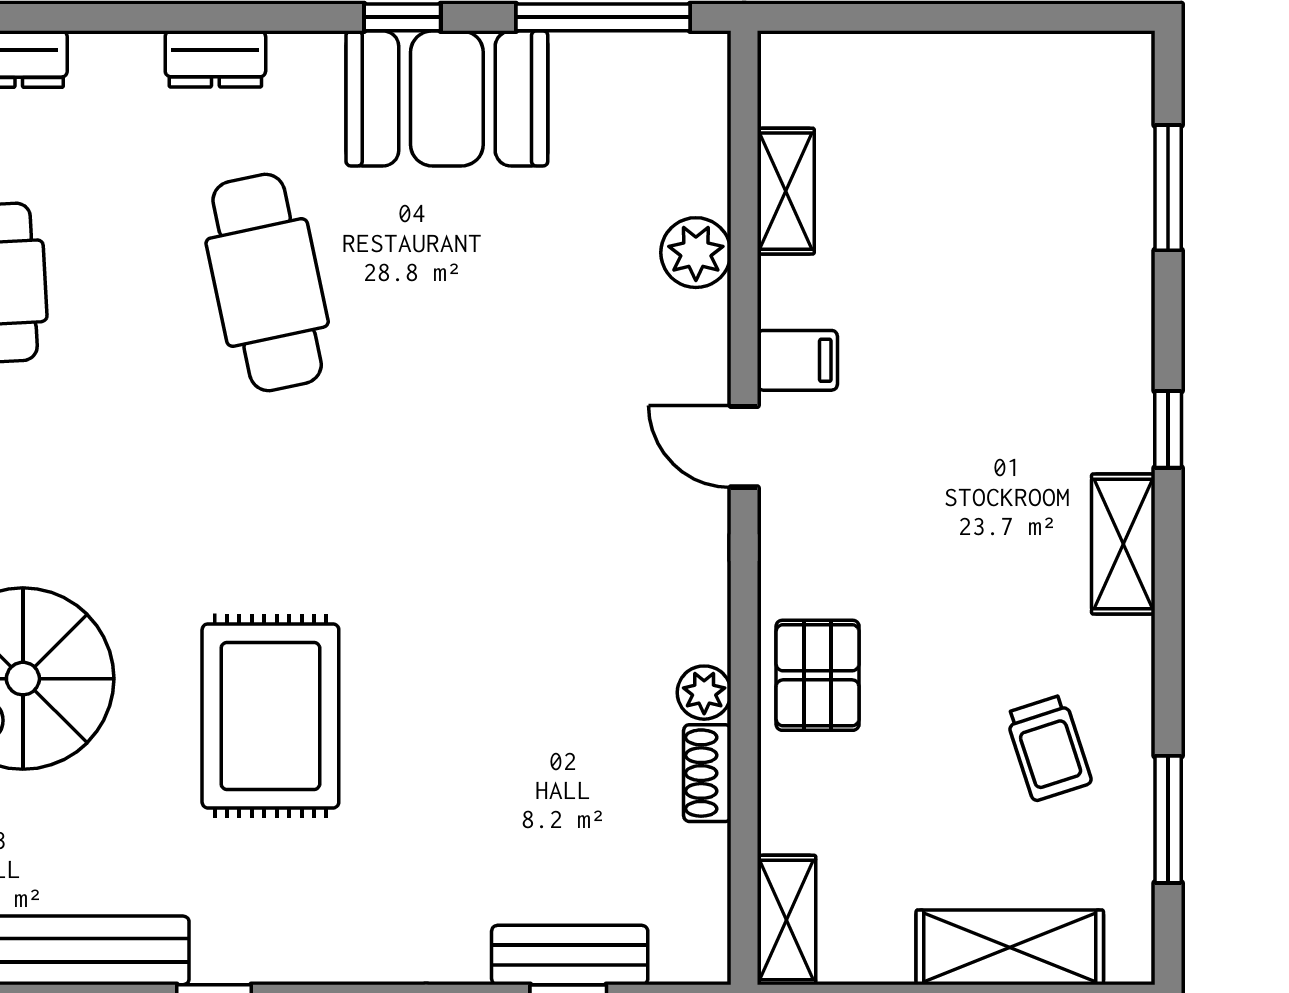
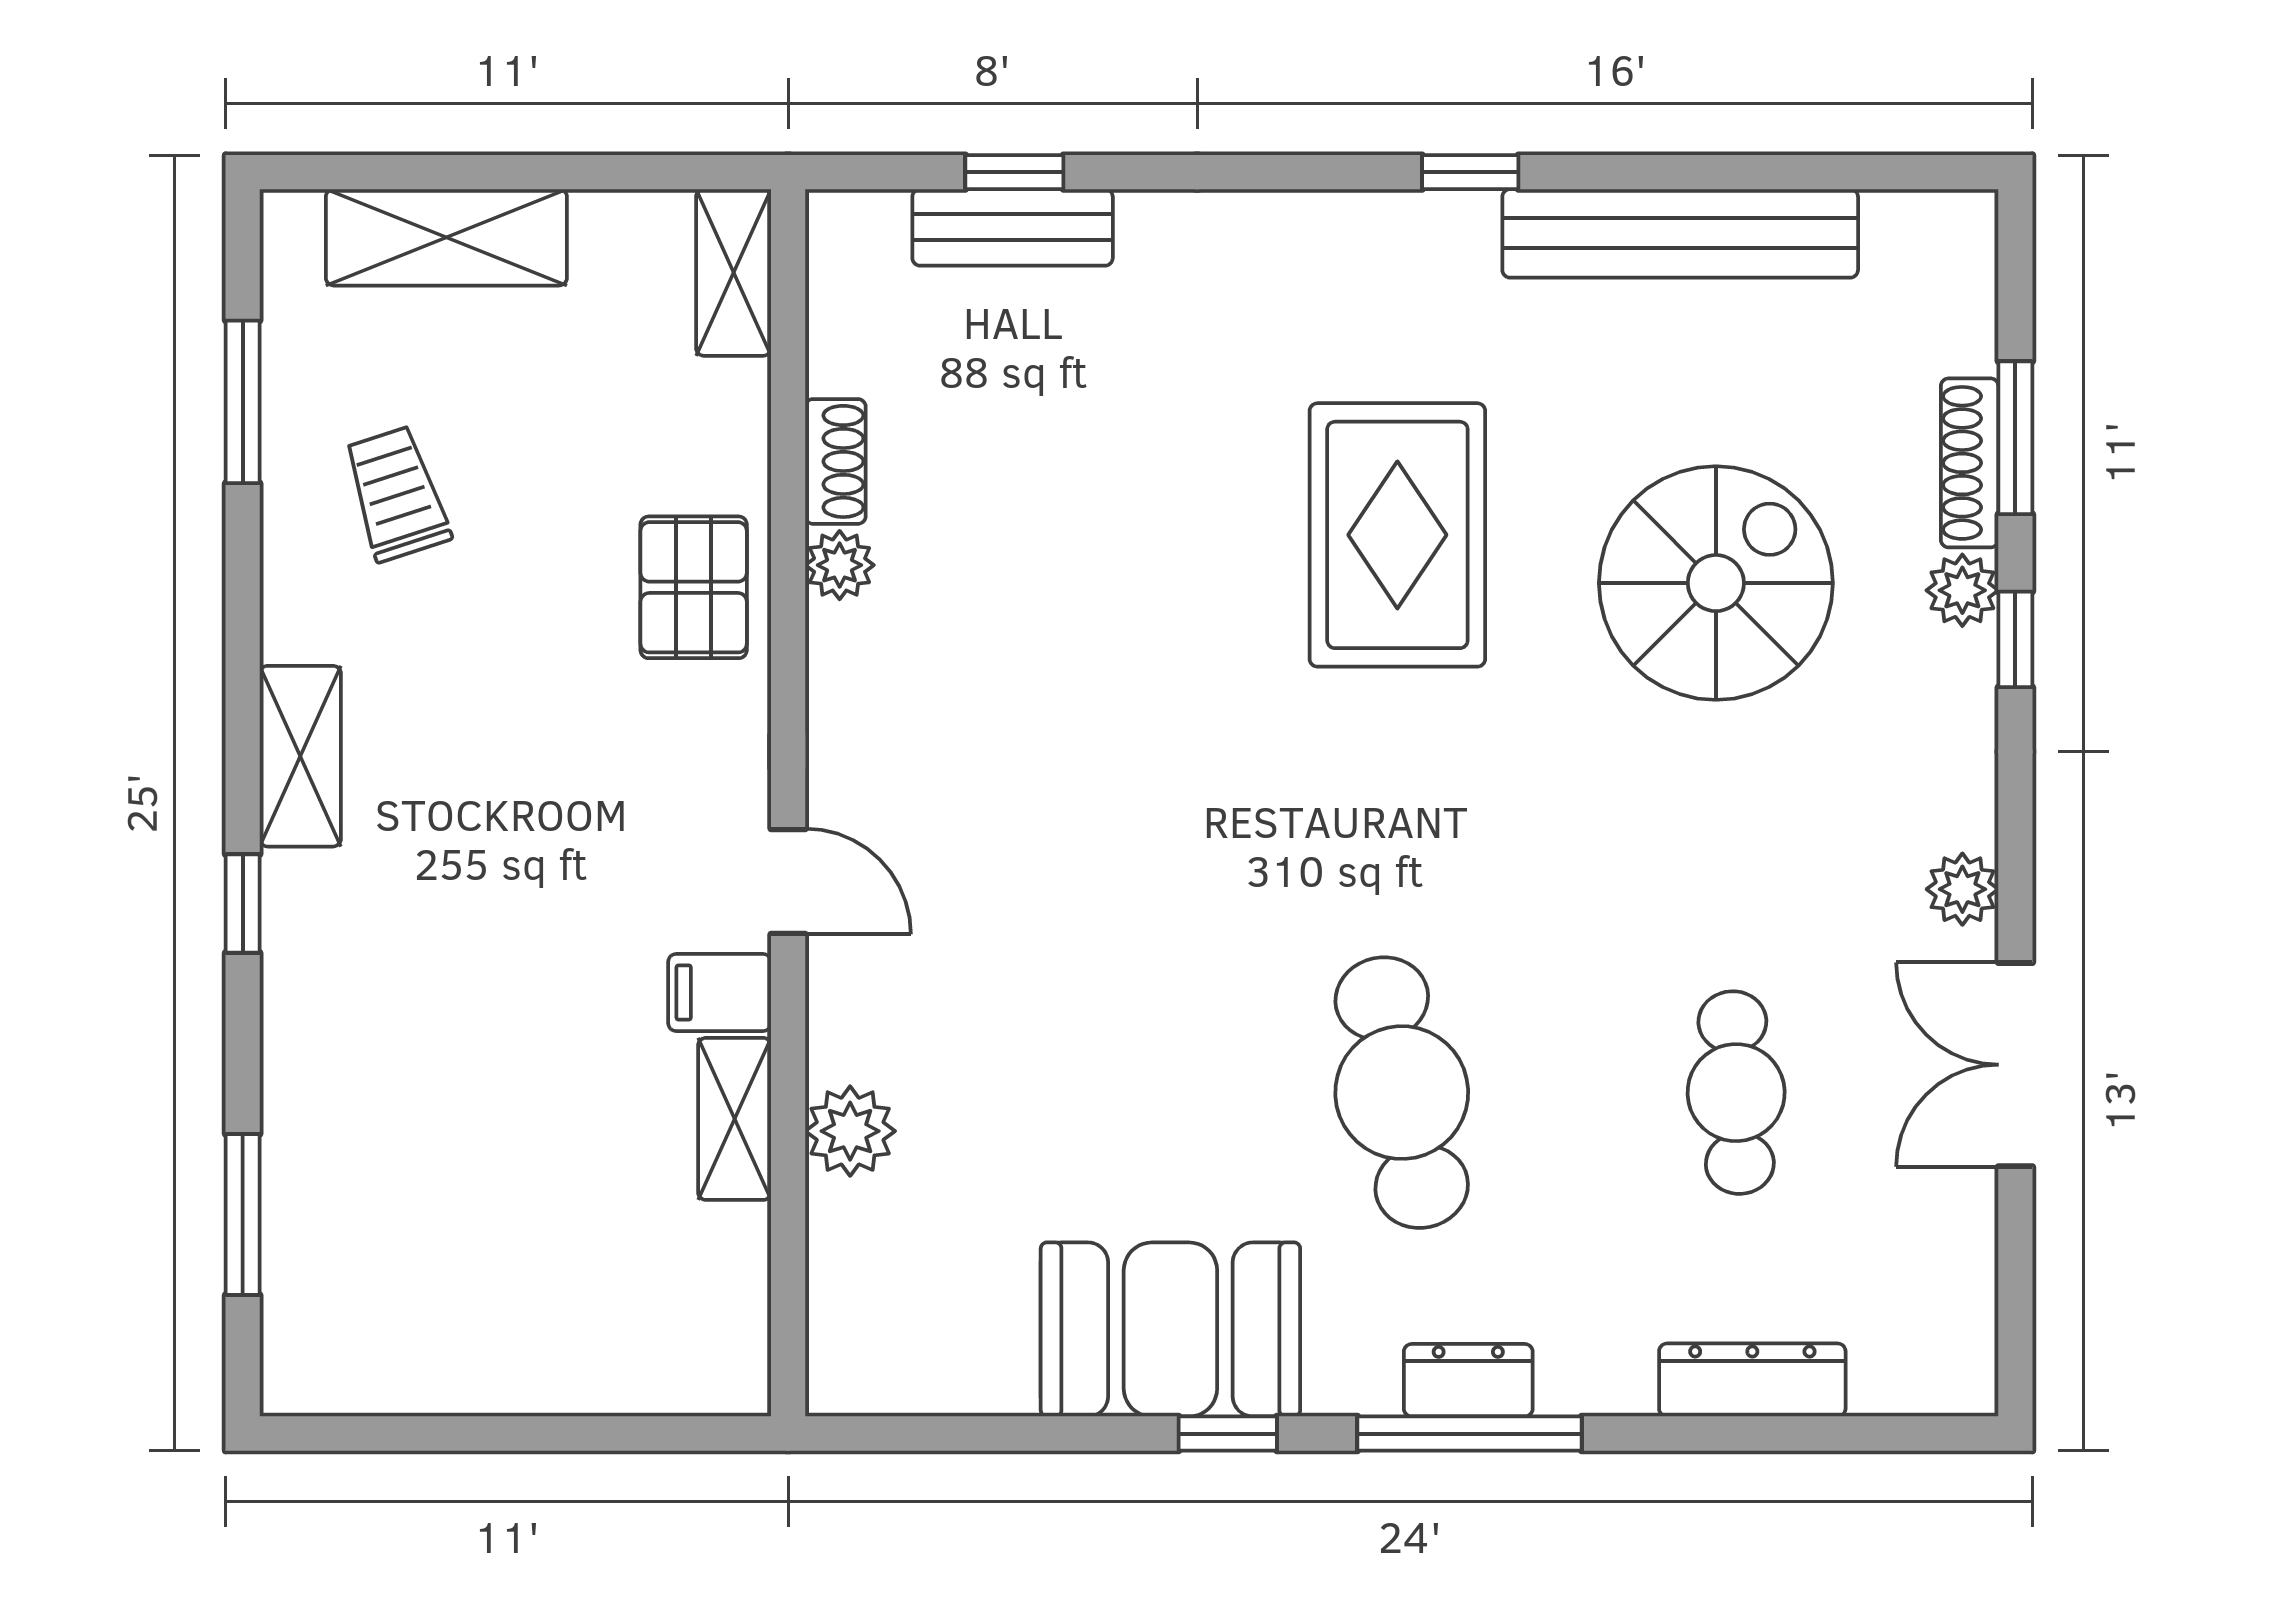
window: (603, 17) -> (1470, 1434), moved
shelving: (786, 191) -> (735, 1119), moved

